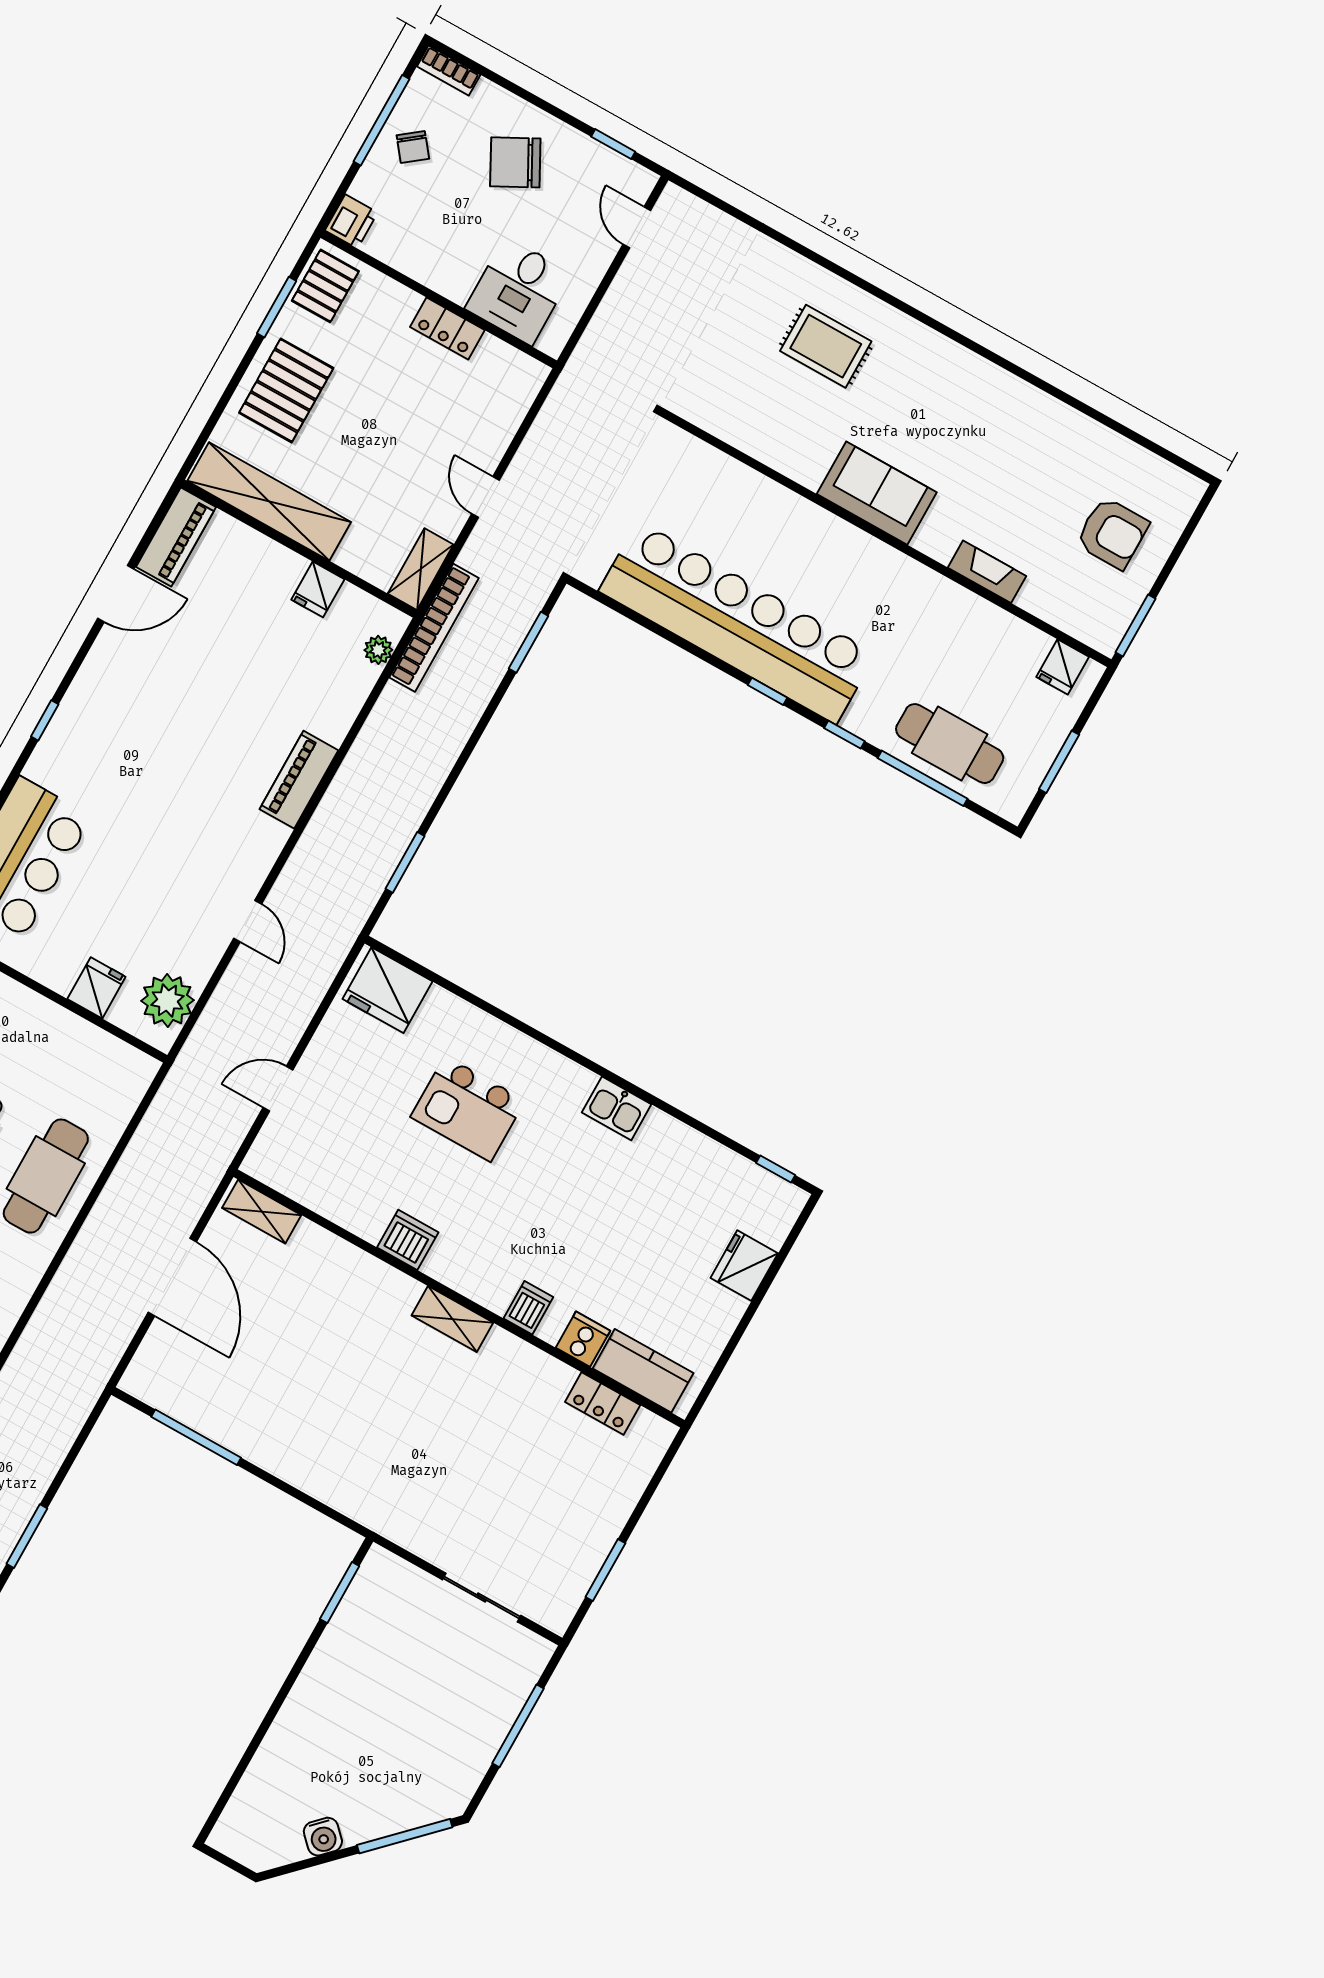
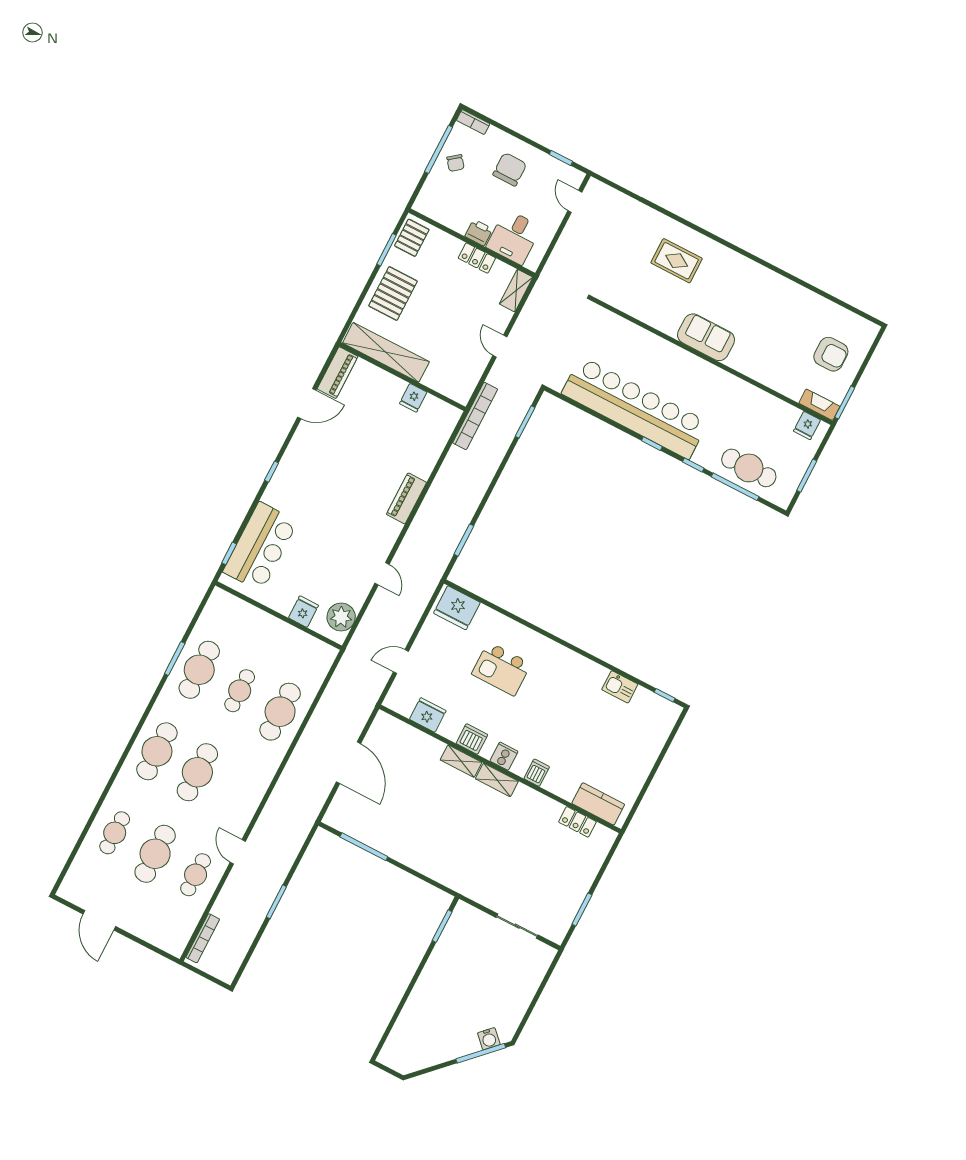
chair: (515, 162) -> (510, 169), turned 118
printer: (351, 222) -> (479, 233), moved, turned -90
shelving: (421, 569) -> (516, 291), moved
fireplace: (987, 572) -> (819, 405), moved
plant: (378, 650) -> (446, 429), removed
kitchen sink: (617, 1108) -> (620, 687), moved
shelving: (262, 1212) -> (461, 761), moved
fridge: (744, 1266) -> (428, 715), moved, turned 90
cooker: (583, 1339) -> (504, 756), moved
window: (518, 1726) -> (539, 993), removed
water cooler: (323, 1837) -> (489, 1039), moved

